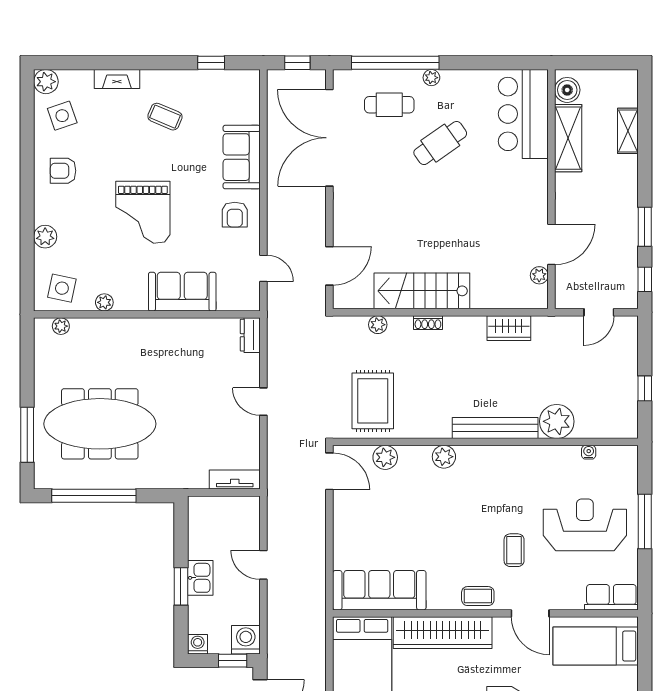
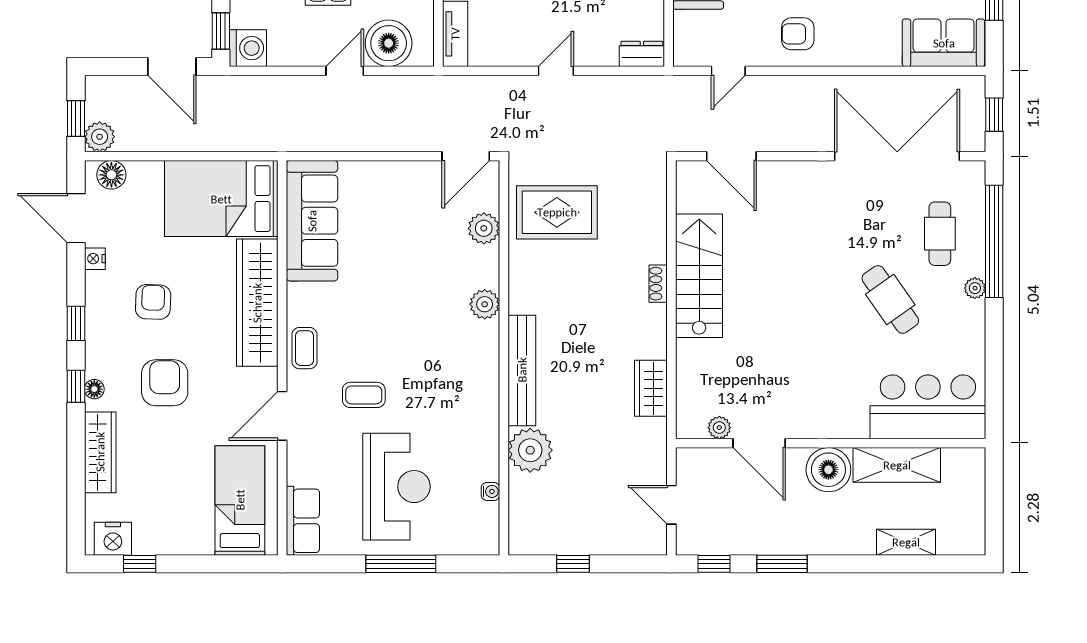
boiler: (567, 90) -> (828, 470), moved, width x1.37, depth x1.37
sofa: (242, 157) -> (944, 43), moved
plant: (378, 325) -> (655, 219), removed
boiler: (242, 531) -> (389, 43), added

